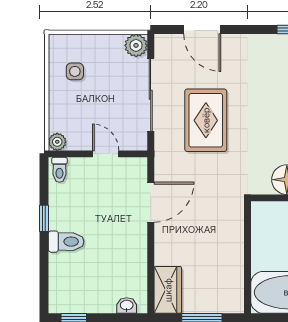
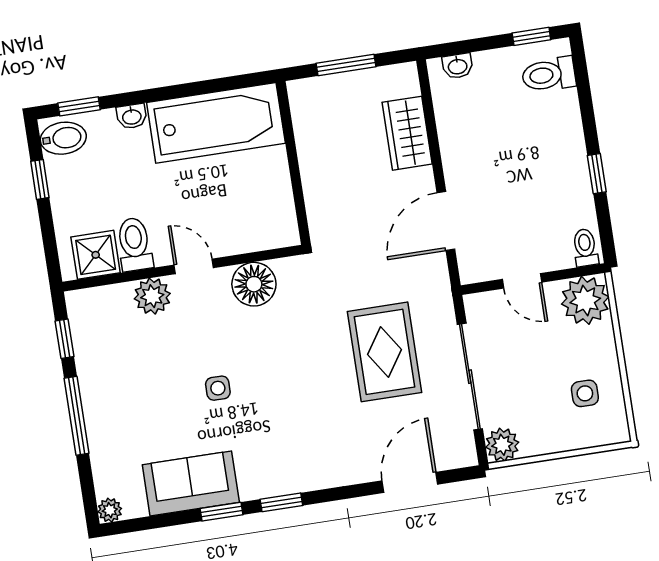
door: (202, 30) -> (410, 482), hinge flipped
plant: (57, 142) -> (585, 300), width x1.88, depth x1.88
toilet: (66, 242) -> (549, 75), moved
wardrobe: (168, 290) -> (407, 133), moved

